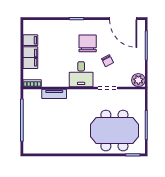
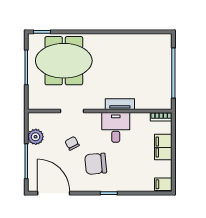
filing cabinet: (30, 40) -> (163, 184), moved
chair: (88, 43) -> (96, 164), turned 85
desk: (81, 74) -> (116, 127), moved
plant: (138, 80) -> (36, 137), moved
tv unit: (54, 94) -> (120, 104), moved

